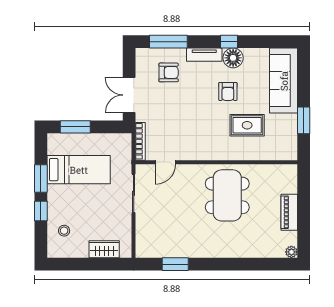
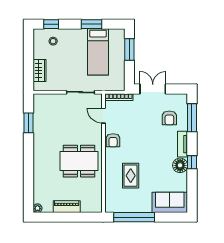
sofa: (284, 81) -> (170, 202), width x0.73
armchair: (228, 91) -> (113, 140), moved, turned -90
window: (304, 120) -> (134, 217), width x2.11
window: (41, 211) -> (51, 24), moved

